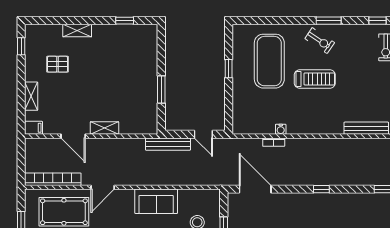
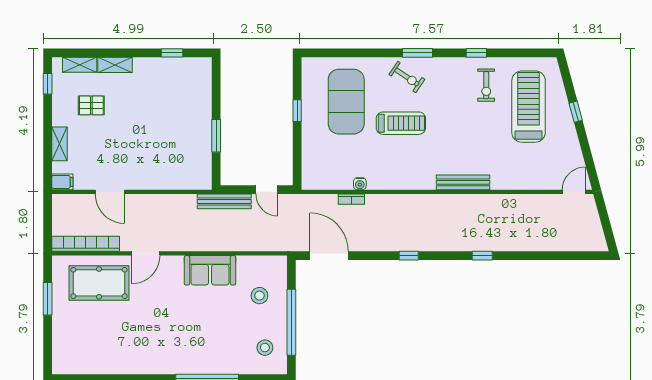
shelving: (105, 128) -> (80, 65), moved

